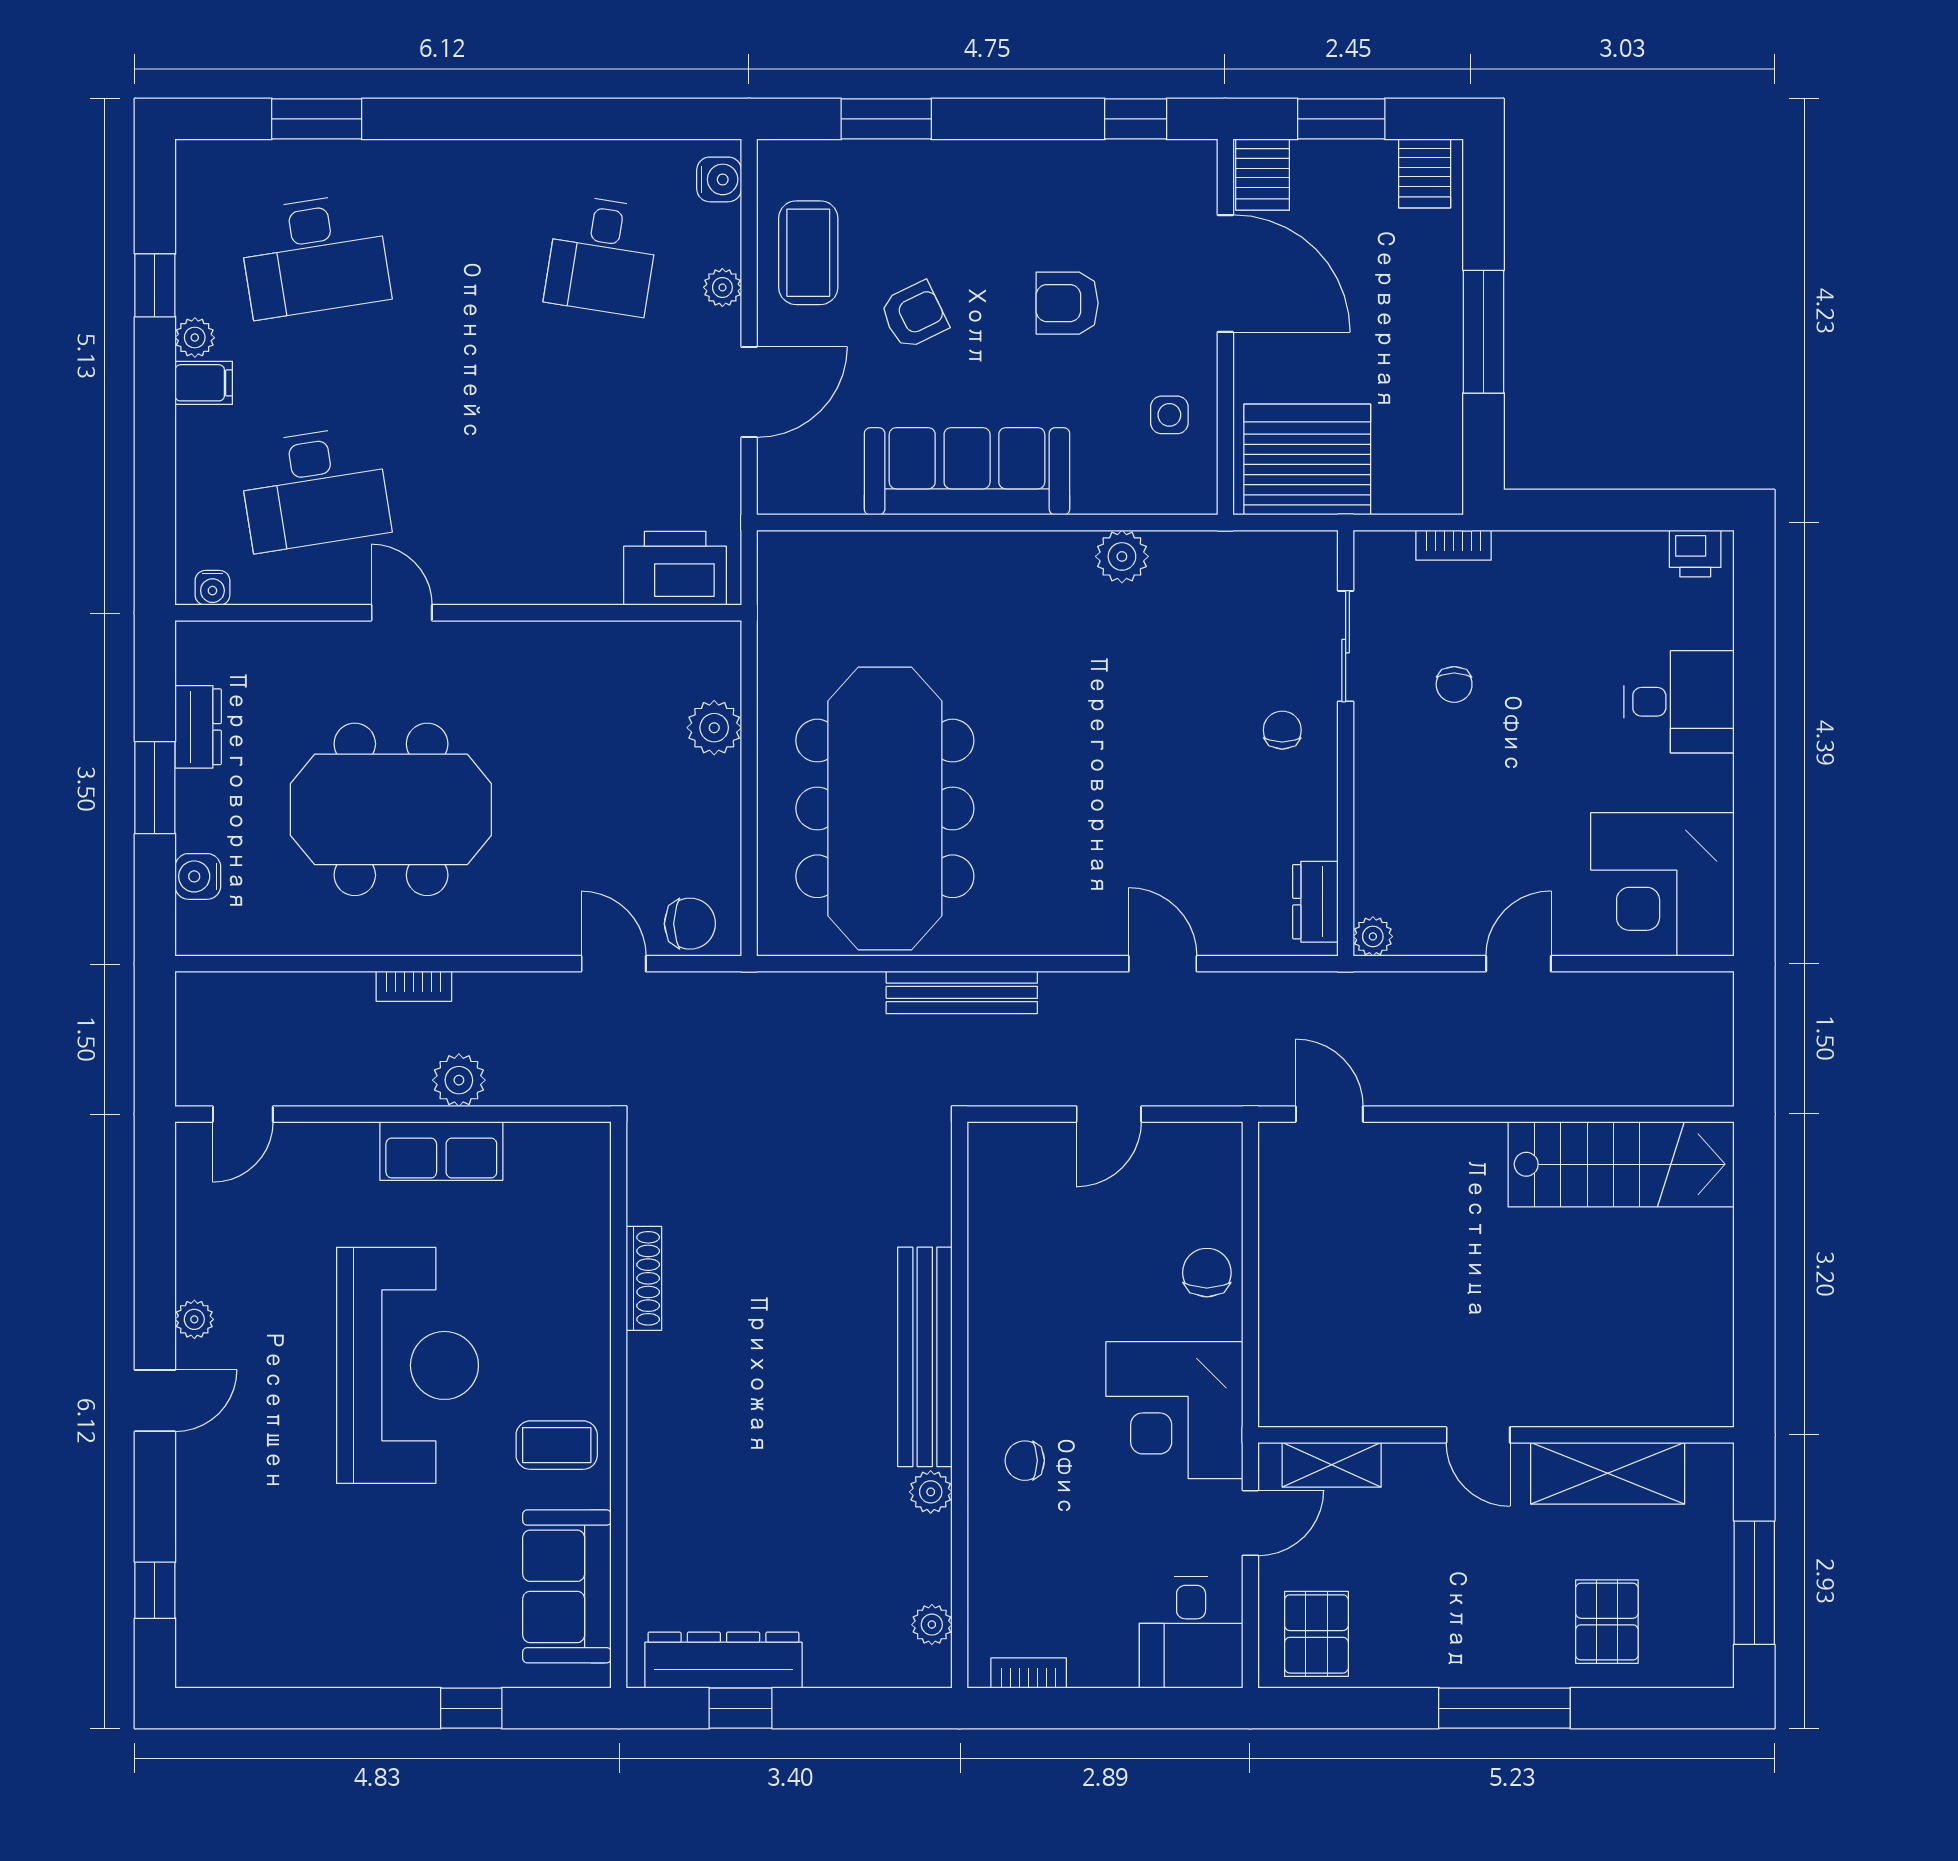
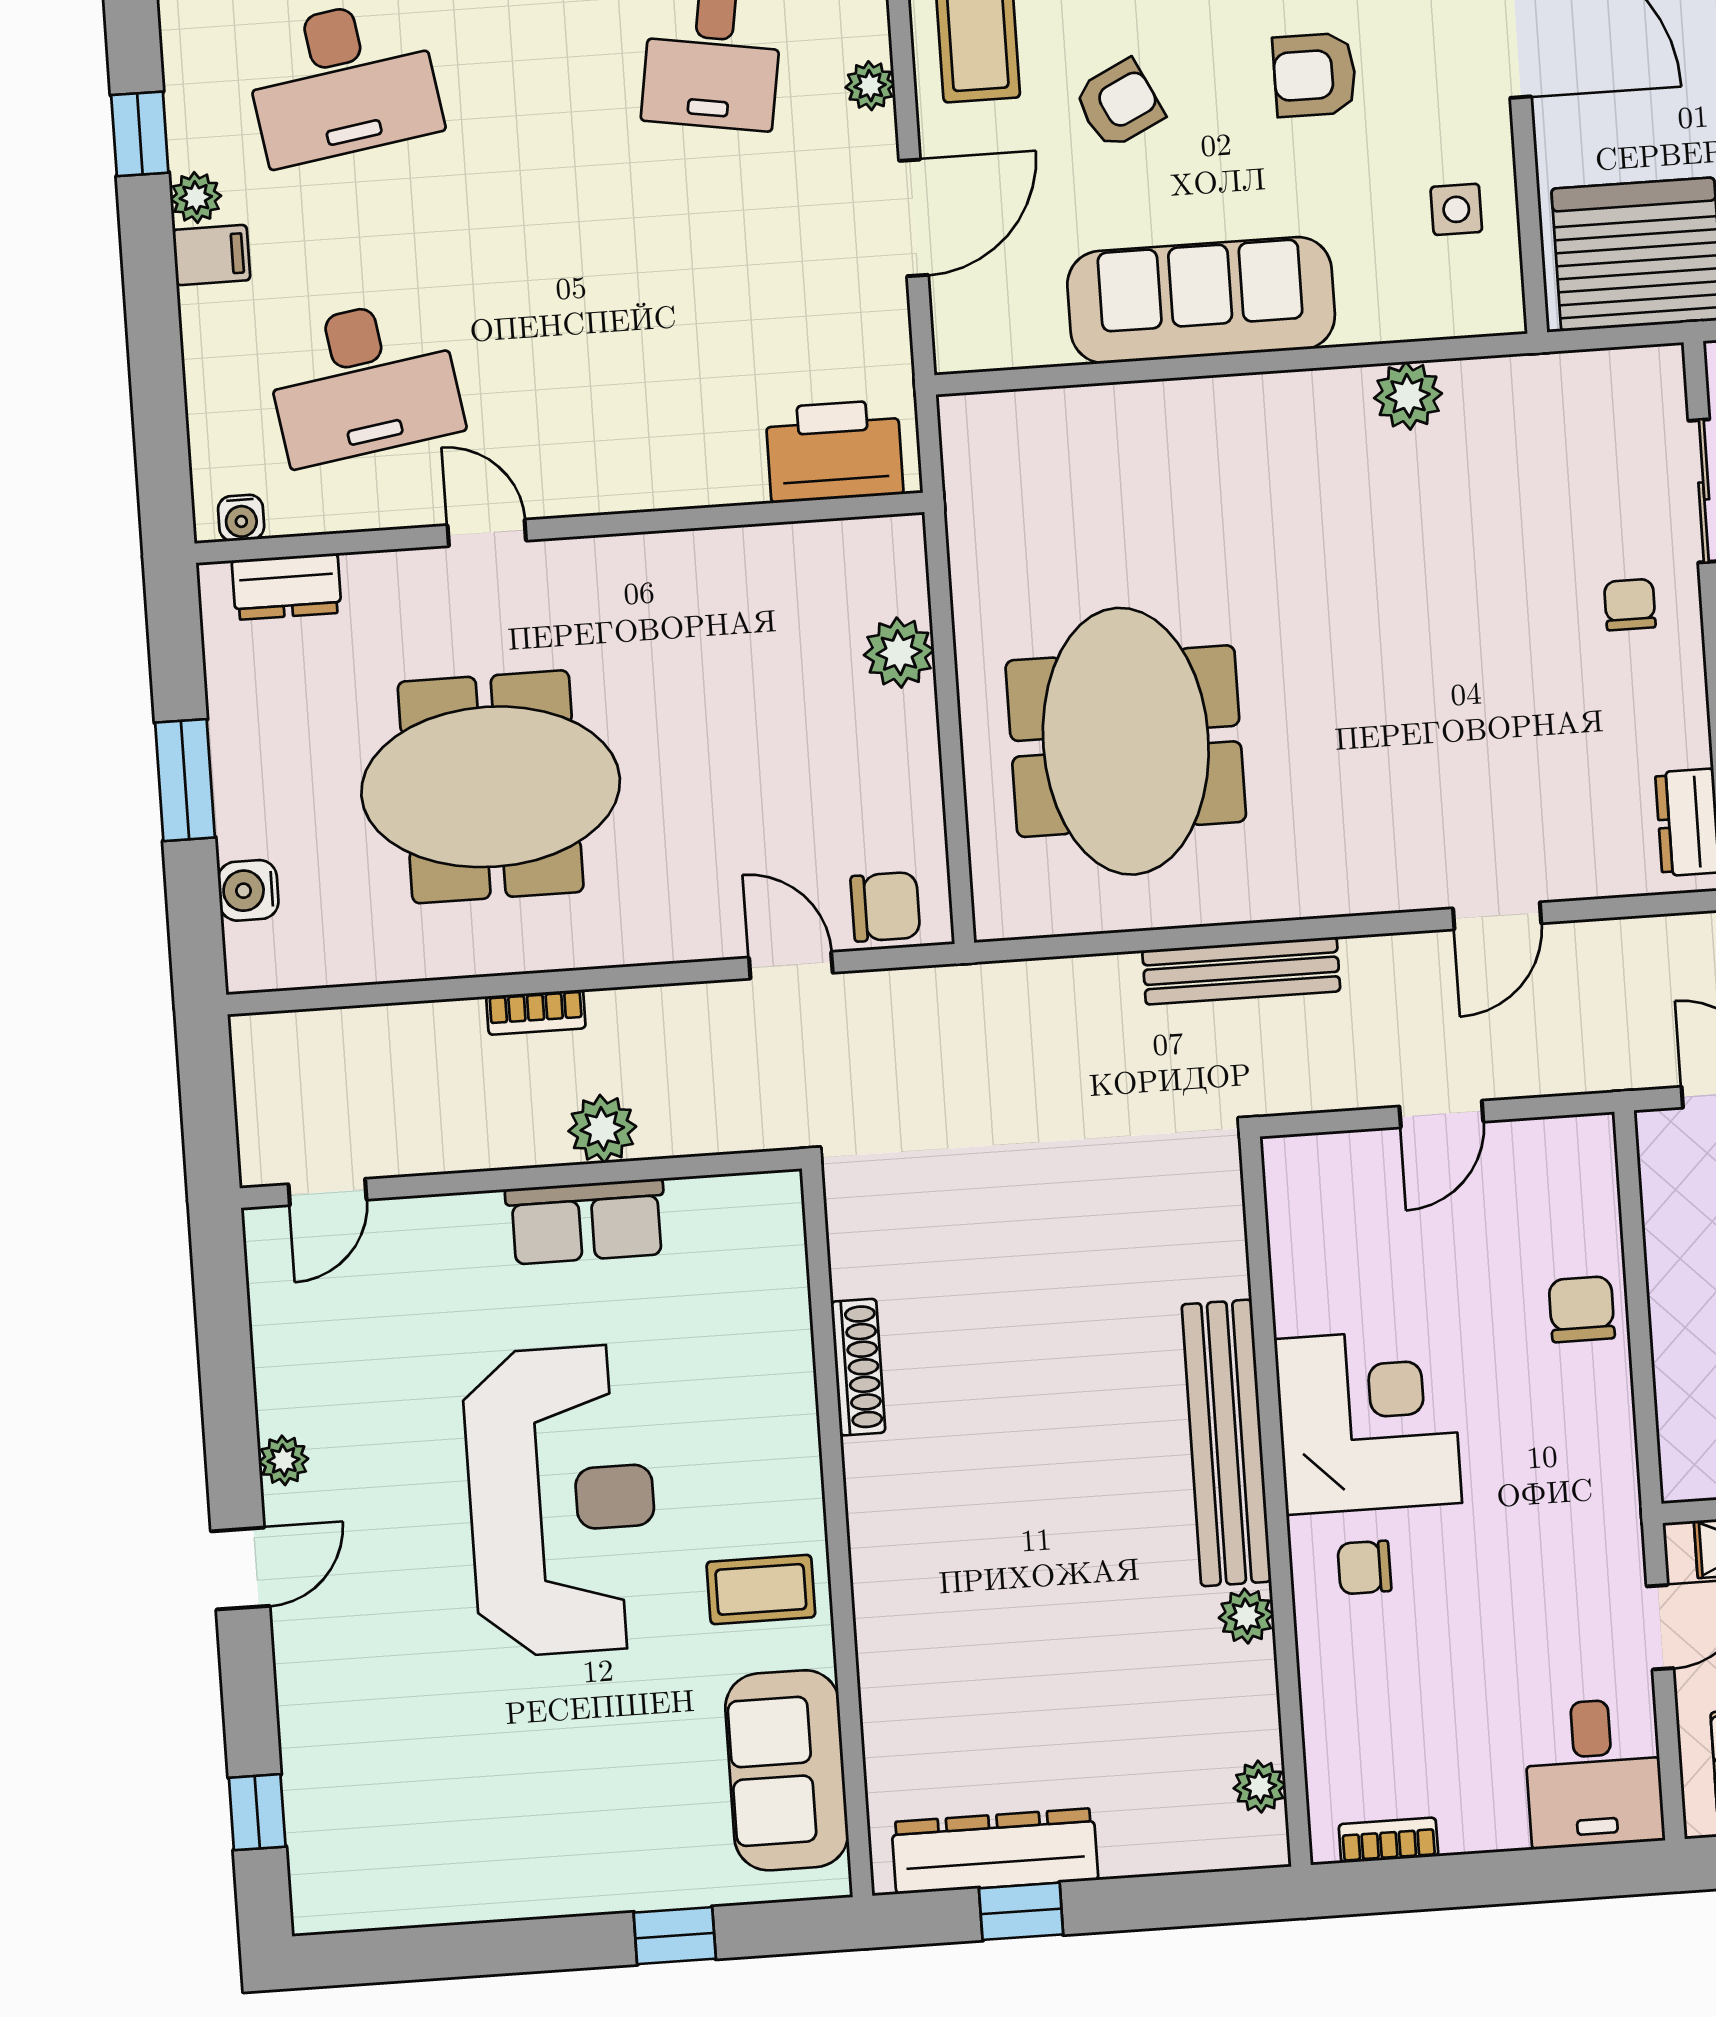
dresser: (198, 727) -> (287, 587), moved, turned 90
meeting table: (885, 808) -> (1126, 741), width x0.73
door: (1163, 964) -> (1497, 916), swing flipped
corner desk: (1174, 1410) -> (1368, 1421), moved, turned 180

